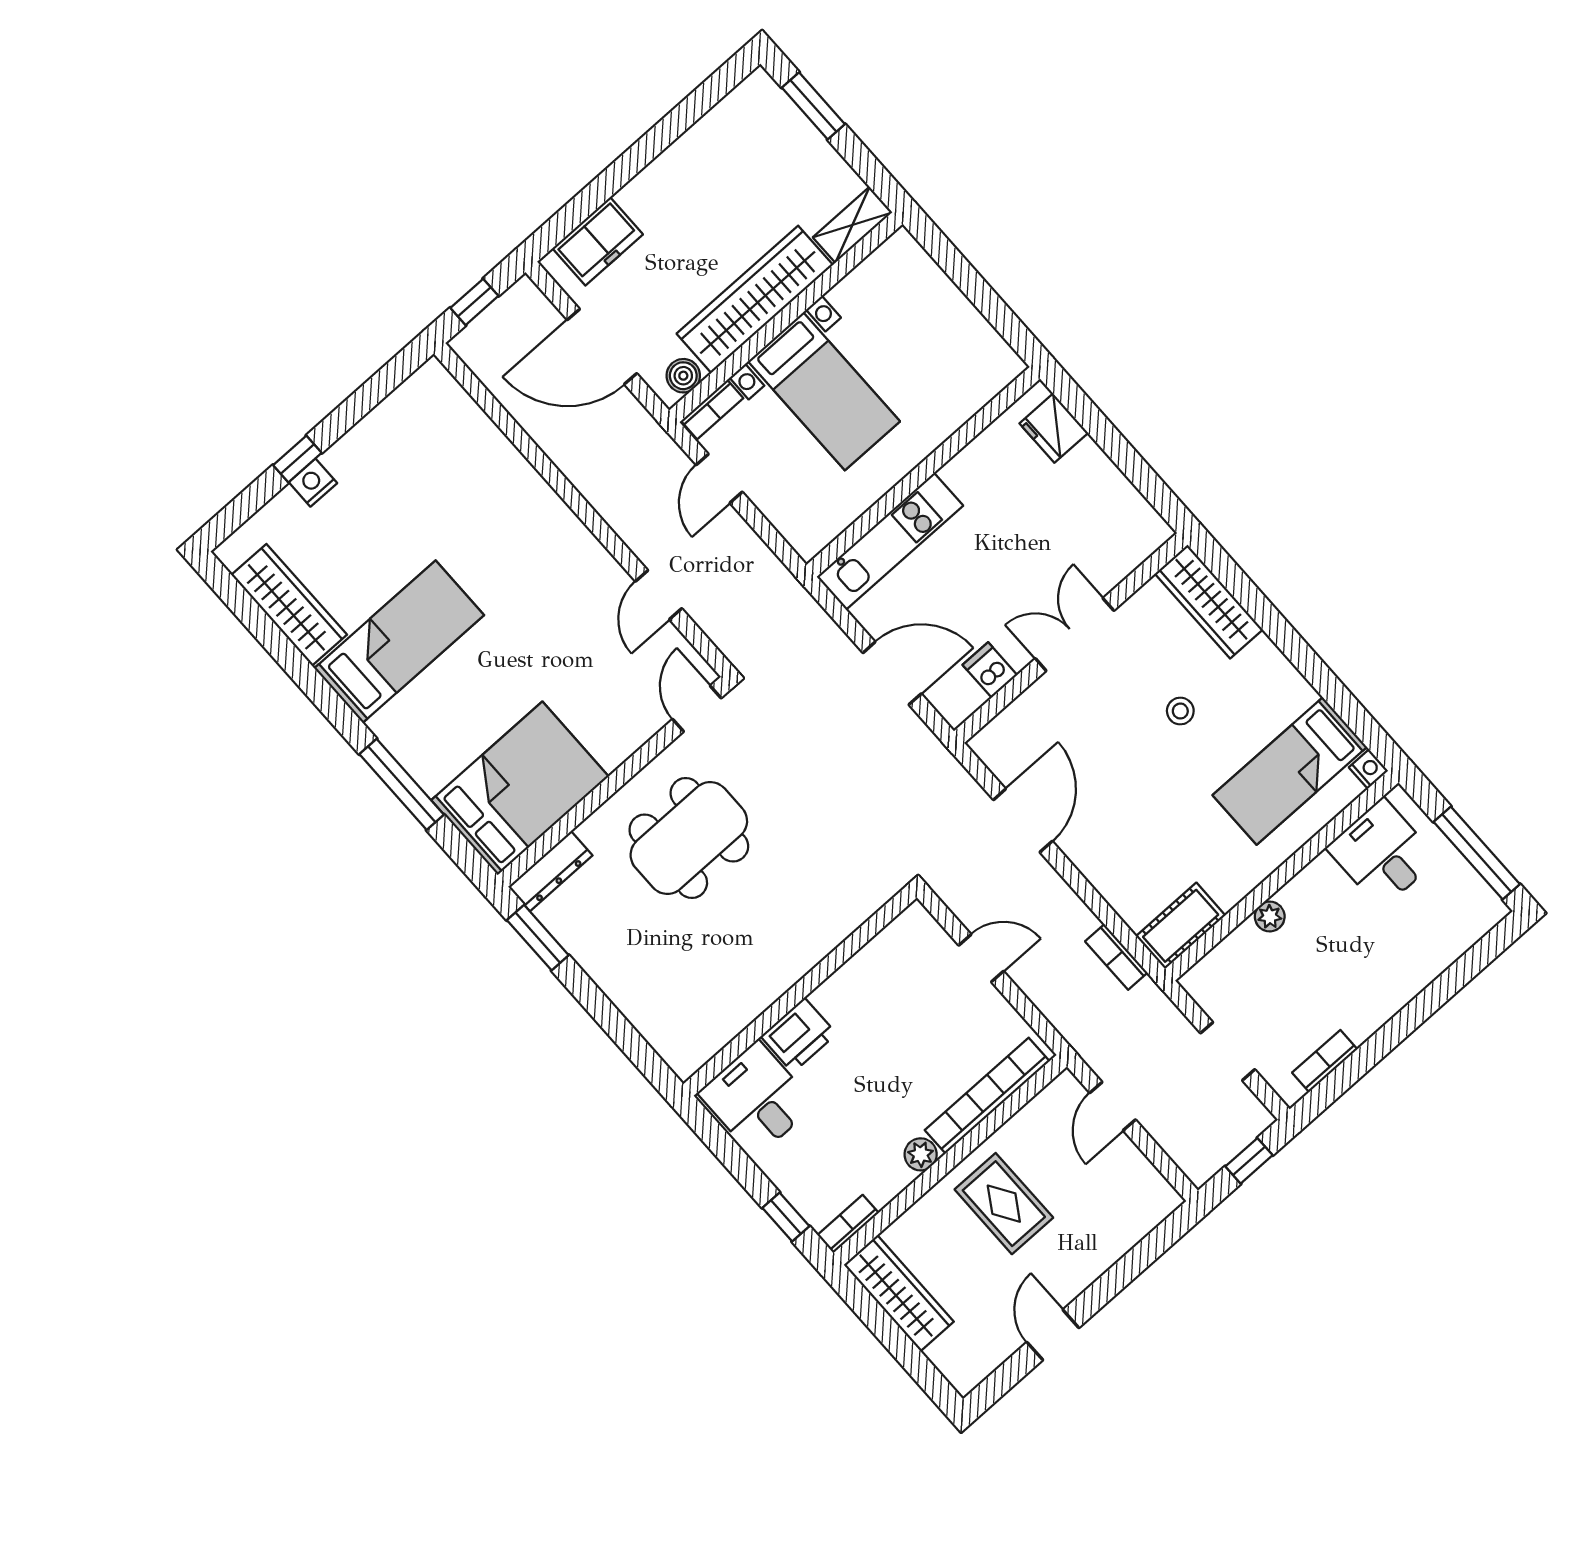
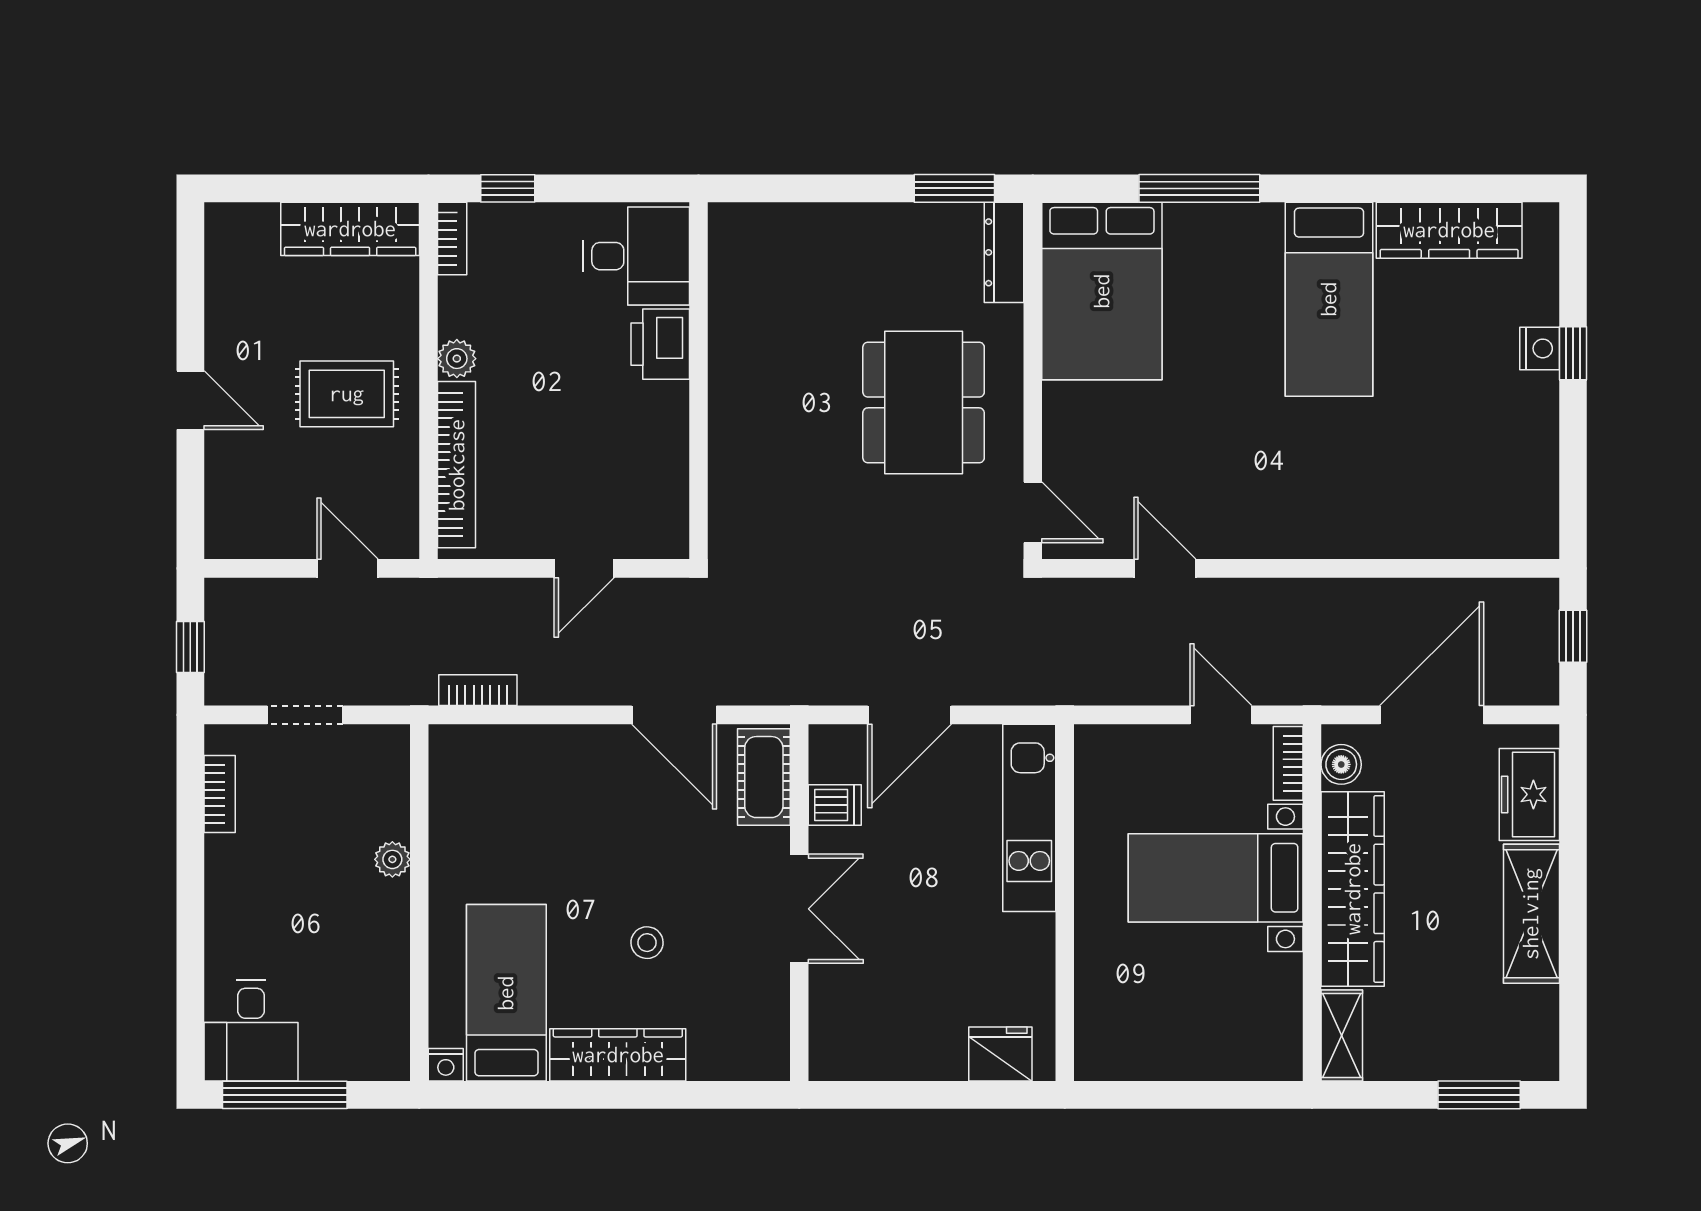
shelving: (671, 174) -> (1531, 914), added
wardrobe: (1209, 602) -> (618, 1055), moved
desk: (1382, 853) -> (251, 1031), moved, turned 90
cot: (1181, 926) -> (764, 777), moved
door: (1053, 1335) -> (190, 400), moved

